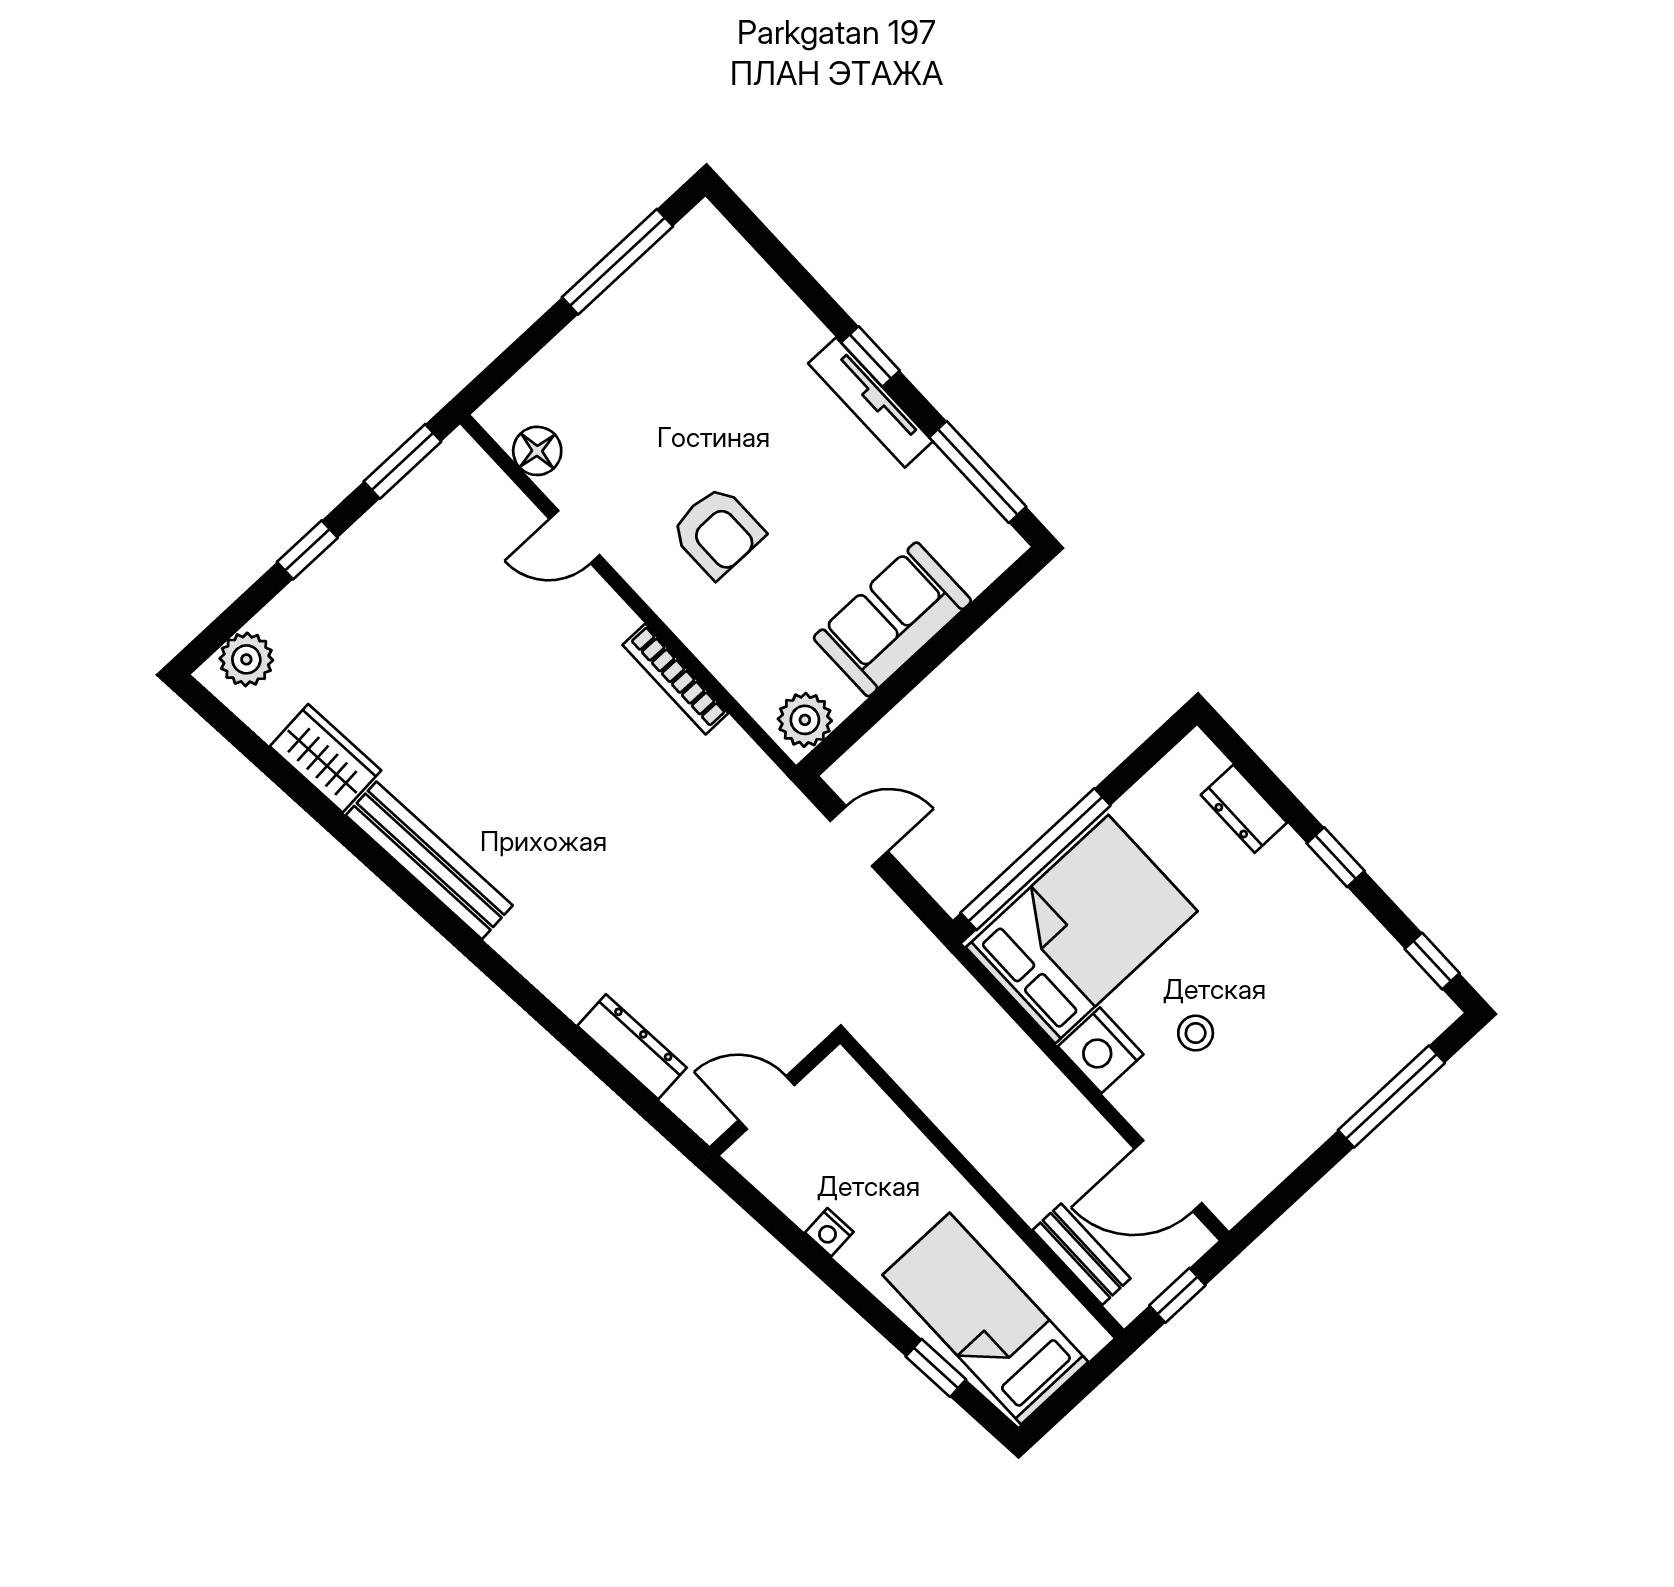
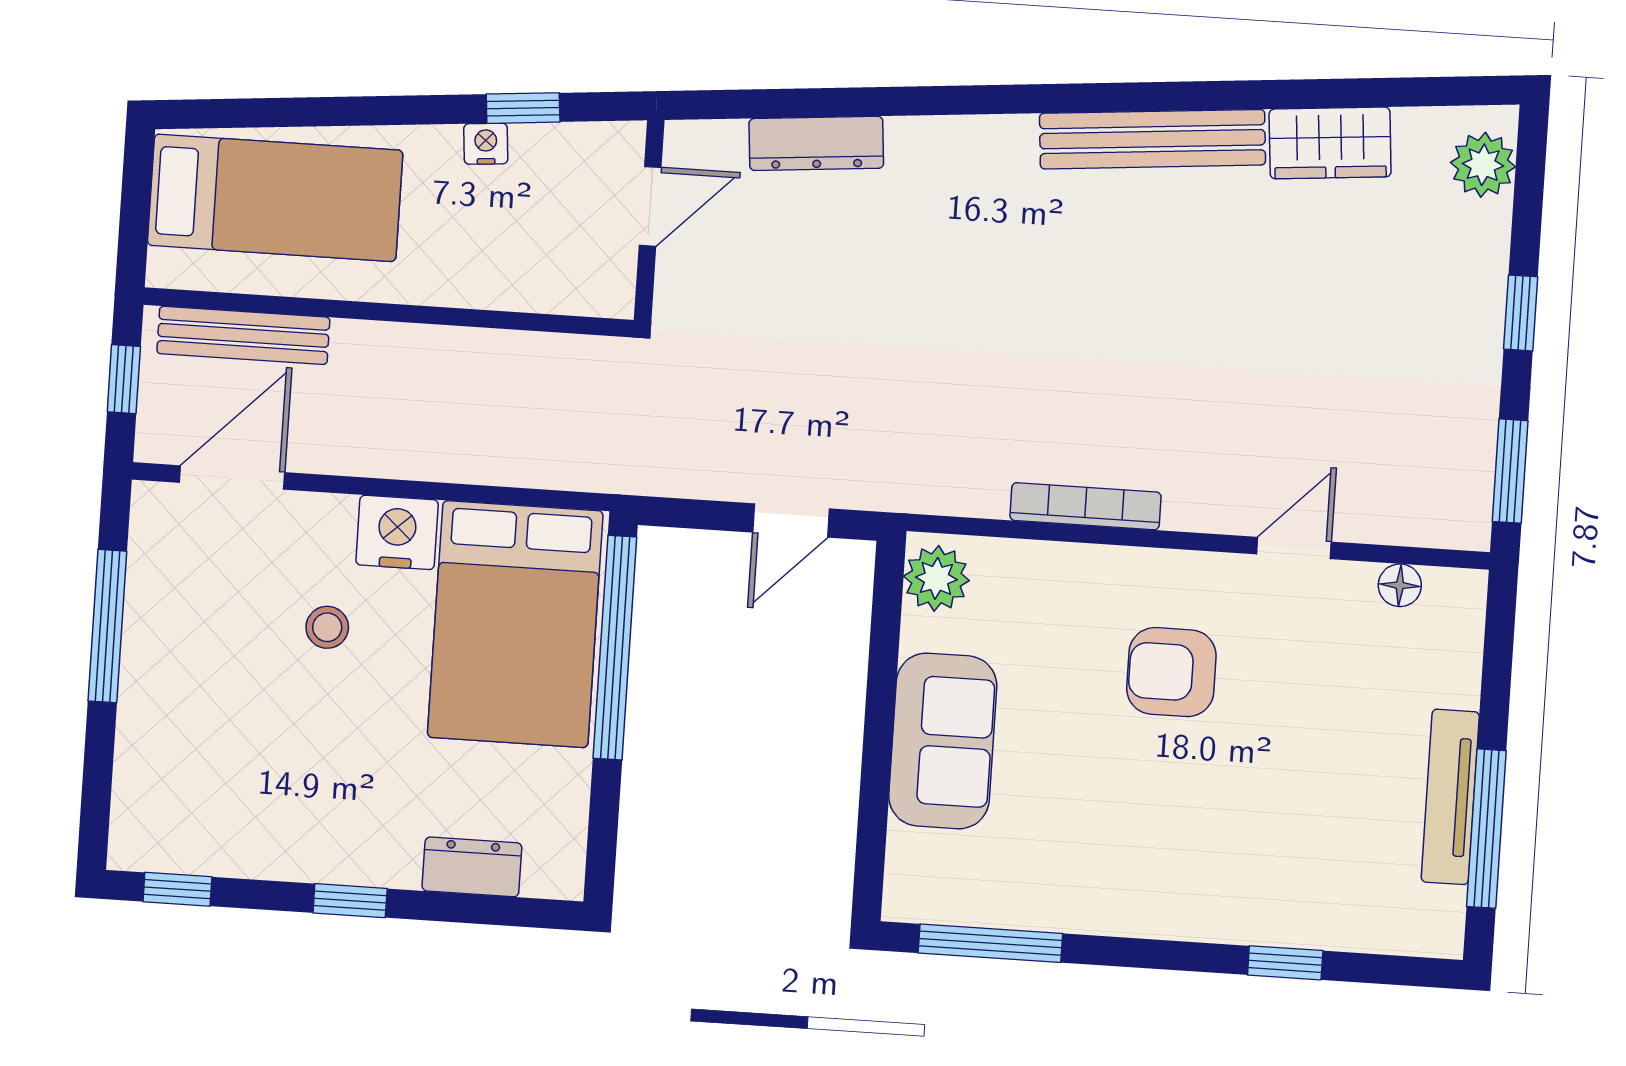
window: (870, 357) -> (1285, 963), moved
tv unit: (870, 402) -> (1450, 797), moved, turned -90
floor lamp: (537, 451) -> (1400, 585), width x0.73, depth x0.73
window: (1391, 1096) -> (107, 626), moved
bench: (1082, 1254) -> (243, 335), width x1.36
window: (936, 1368) -> (523, 108), moved

